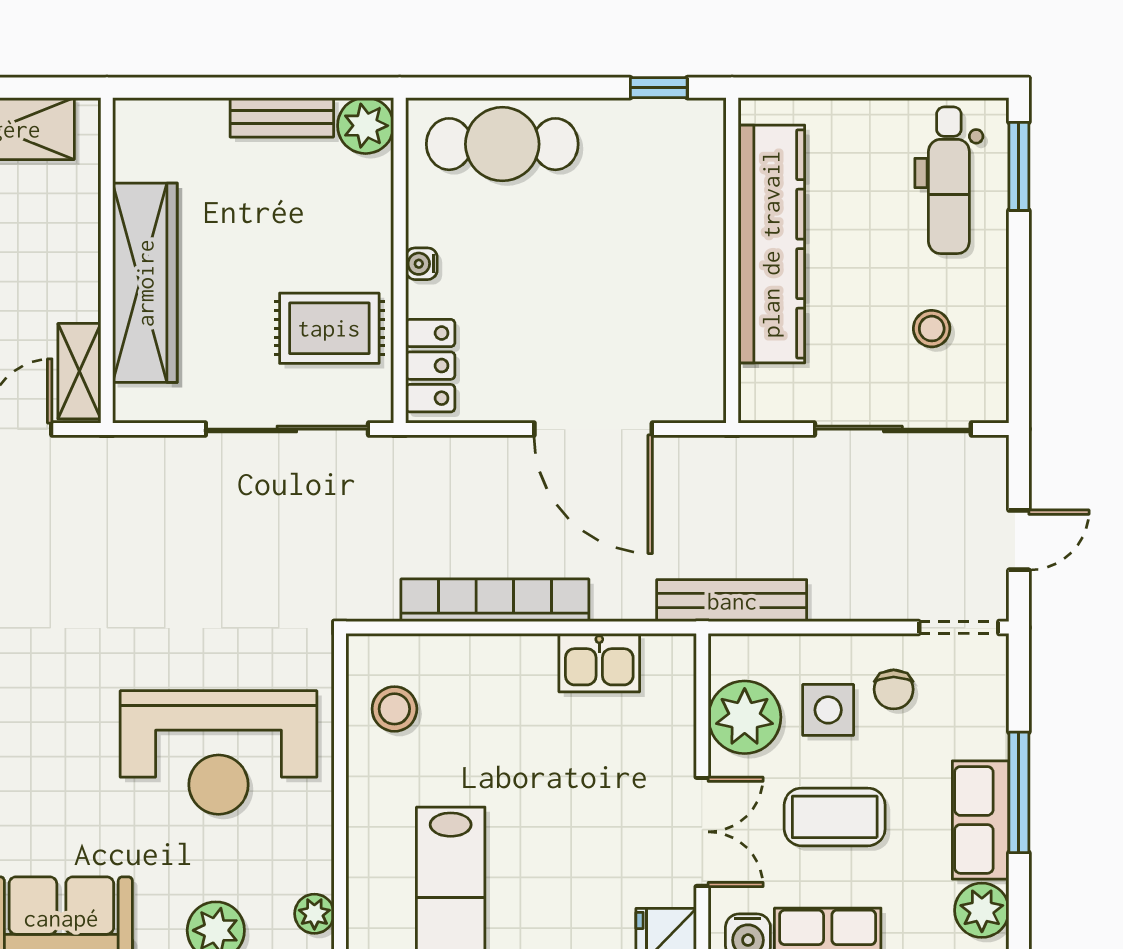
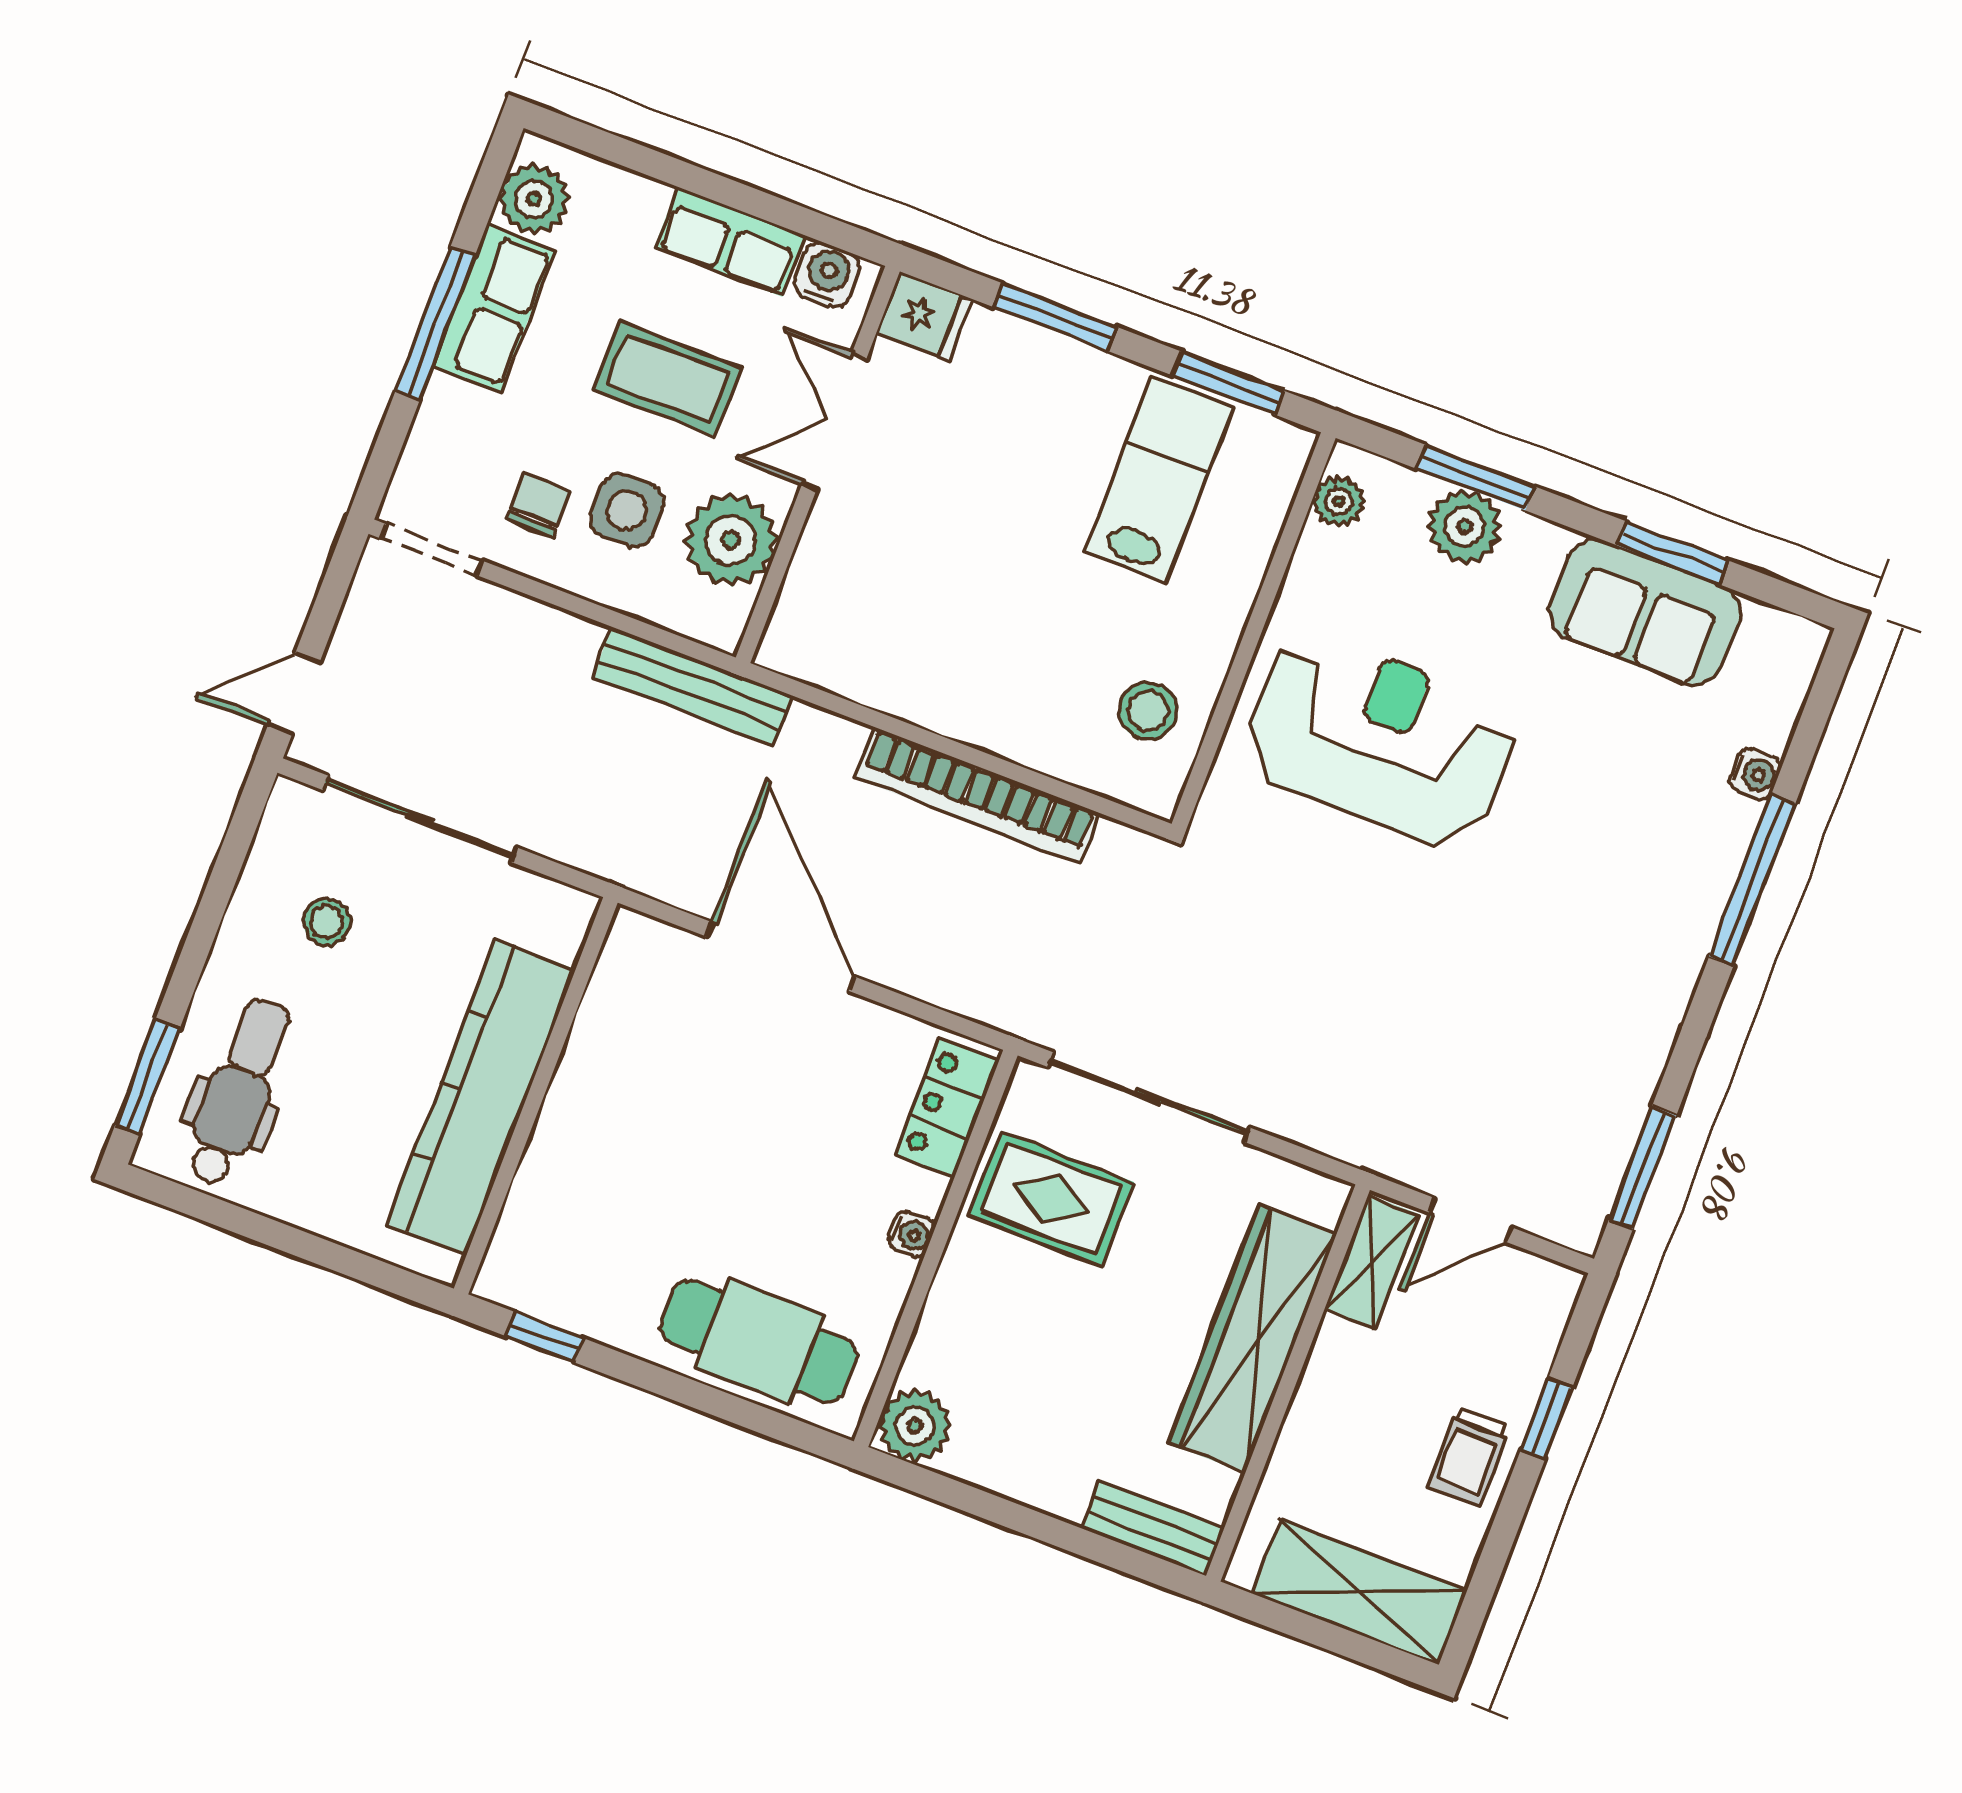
bench: (282, 117) -> (1153, 1528), moved
door: (1019, 540) -> (294, 694), moved
kitchen sink: (599, 663) -> (880, 672), removed

